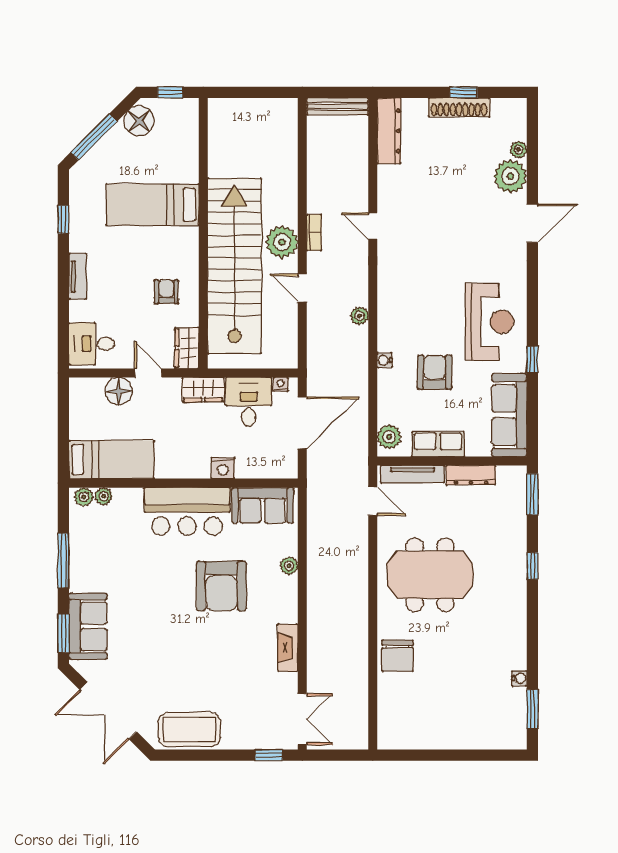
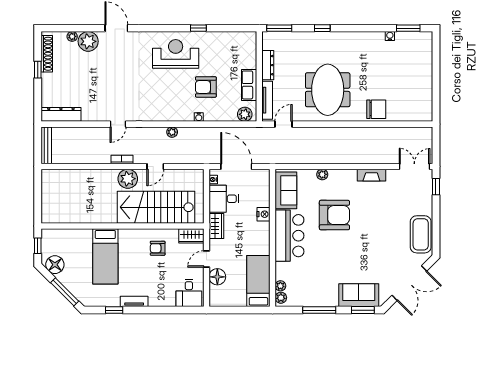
shoe rack: (459, 107) -> (47, 54), moved
stairs: (234, 266) -> (156, 207), width x0.73
tv unit: (78, 276) -> (134, 301), moved
sofa: (509, 415) -> (232, 42), removed

